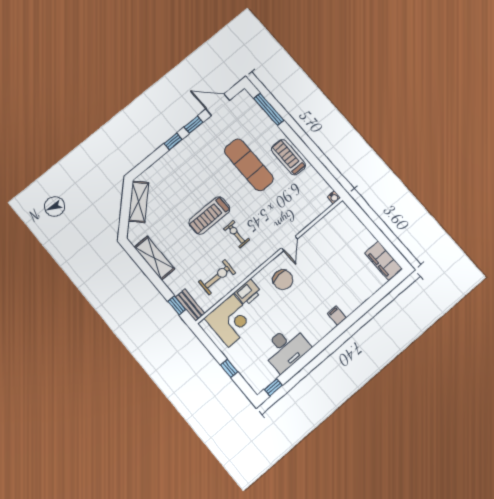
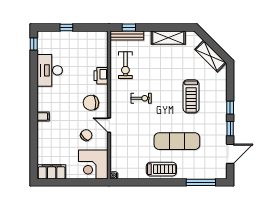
treadmill: (209, 216) -> (191, 96), moved, turned 180
chair: (318, 257) -> (86, 135), added
bench: (190, 305) -> (127, 35), width x1.36
corner desk: (231, 320) -> (93, 165), moved

